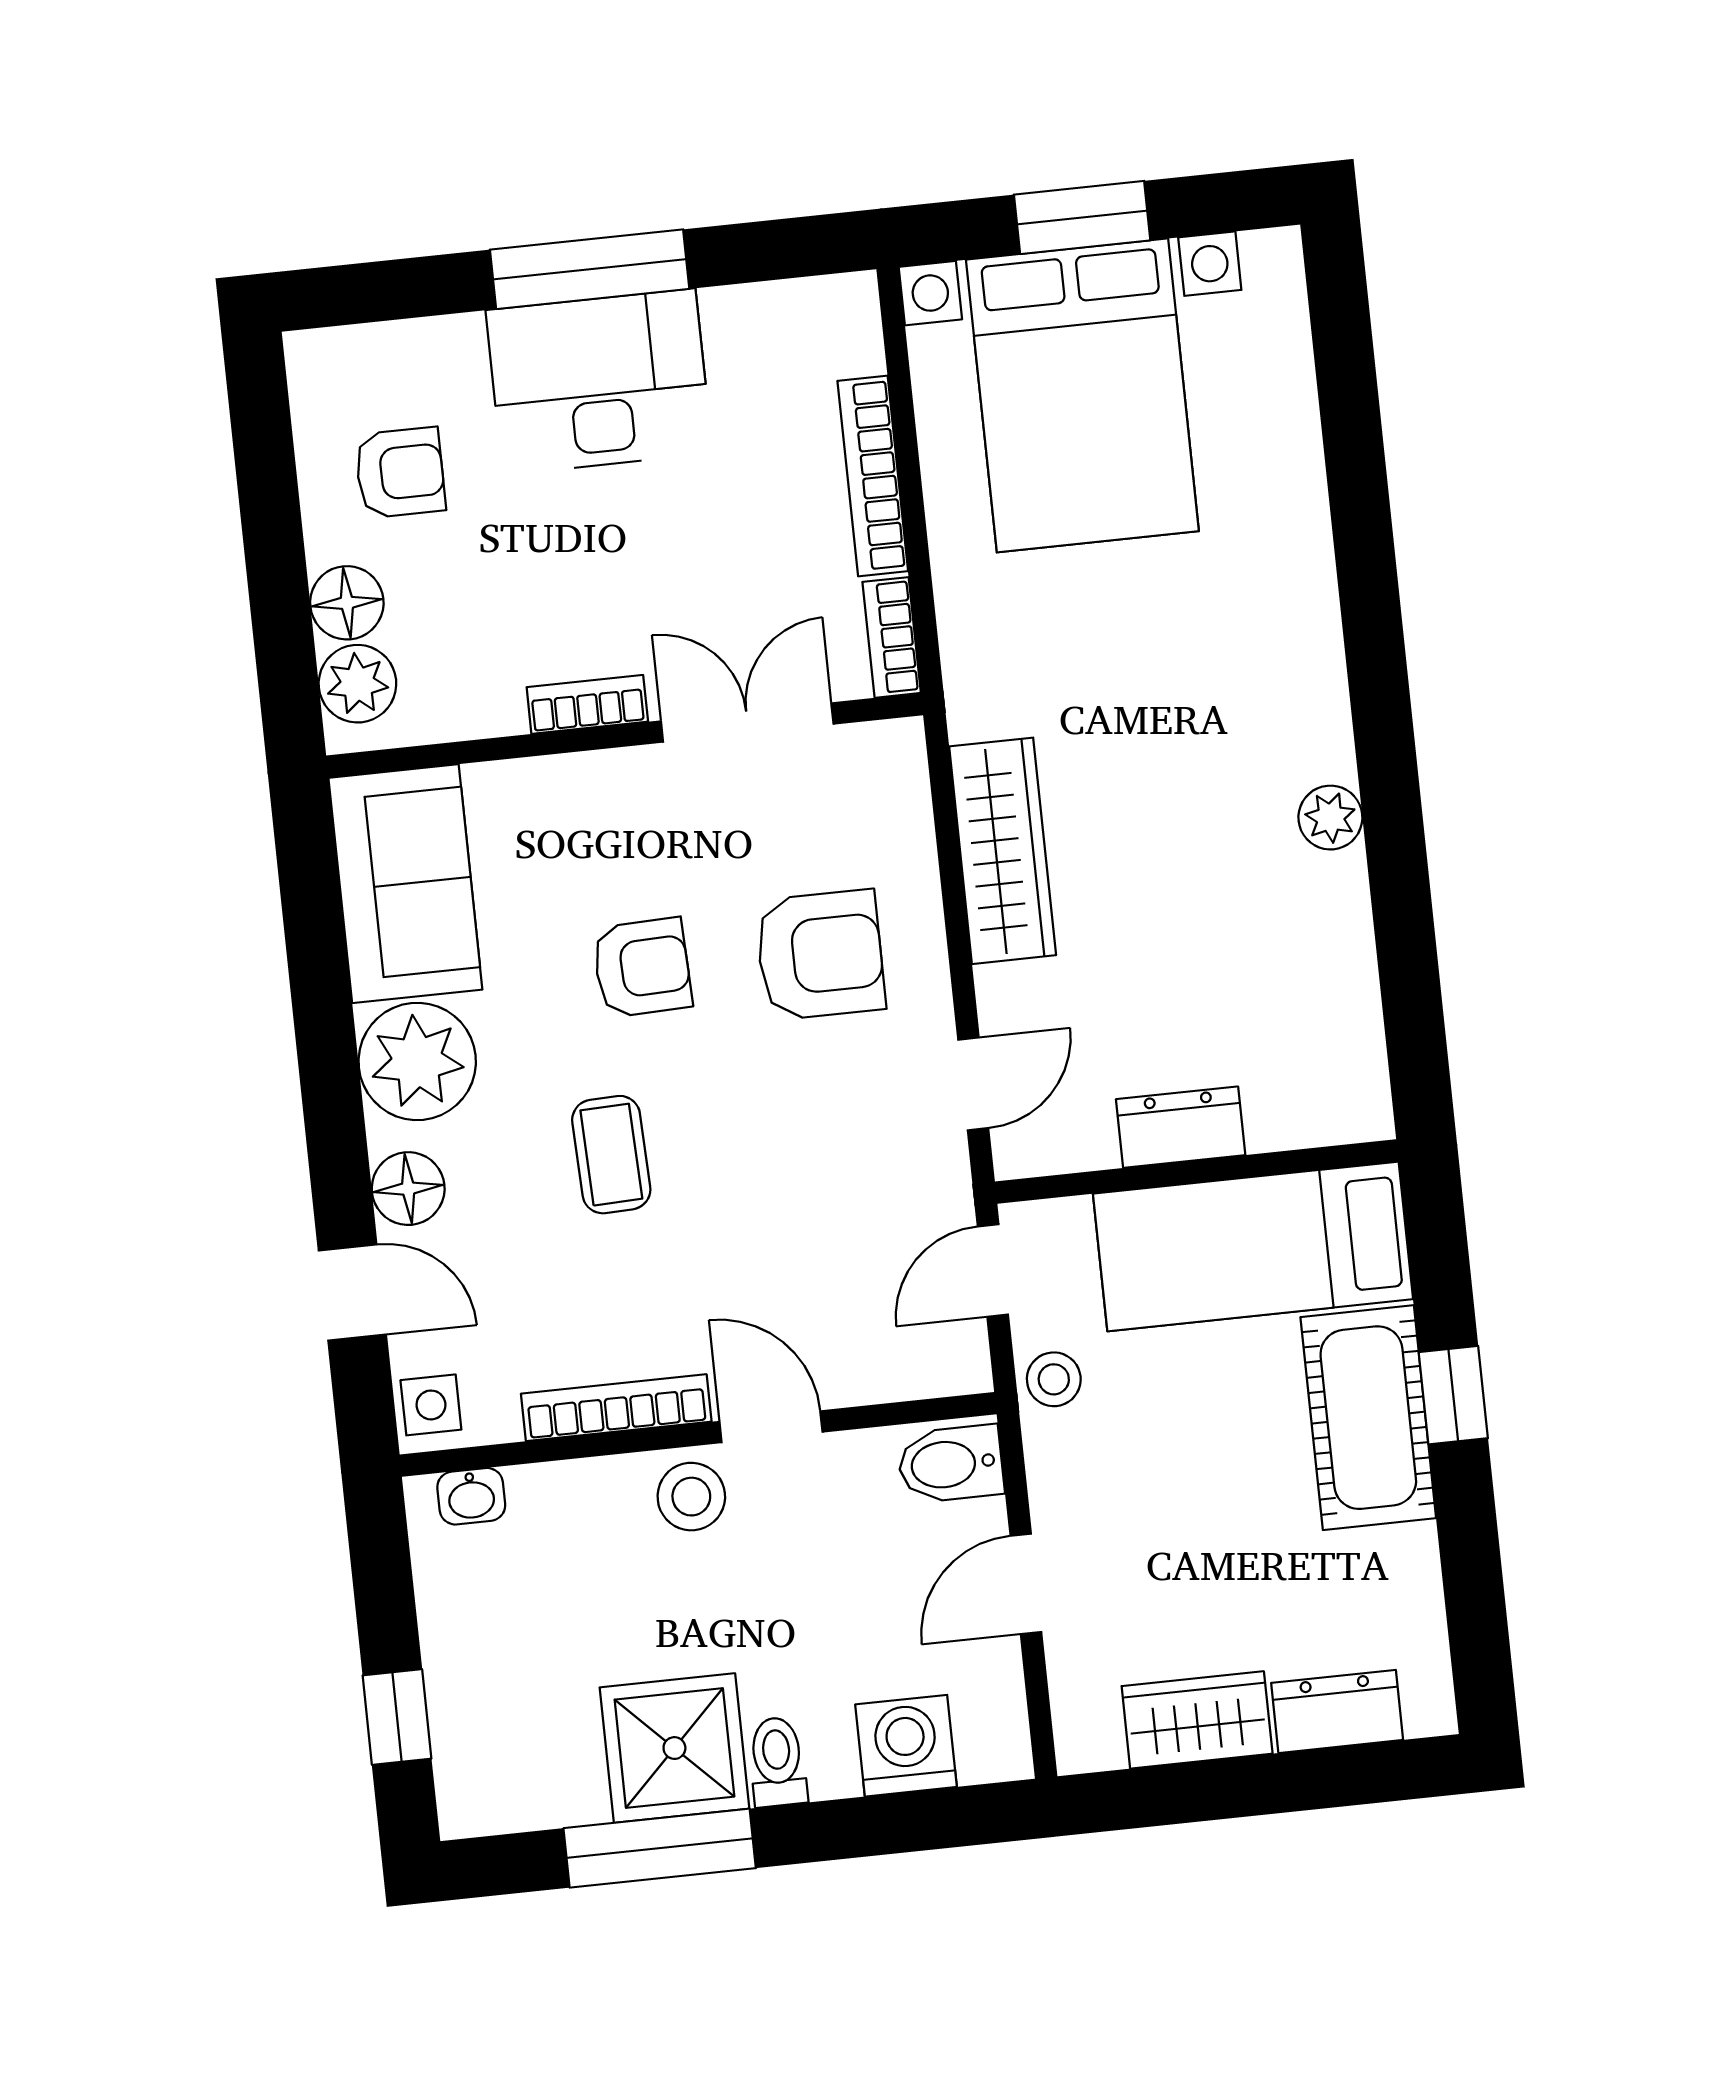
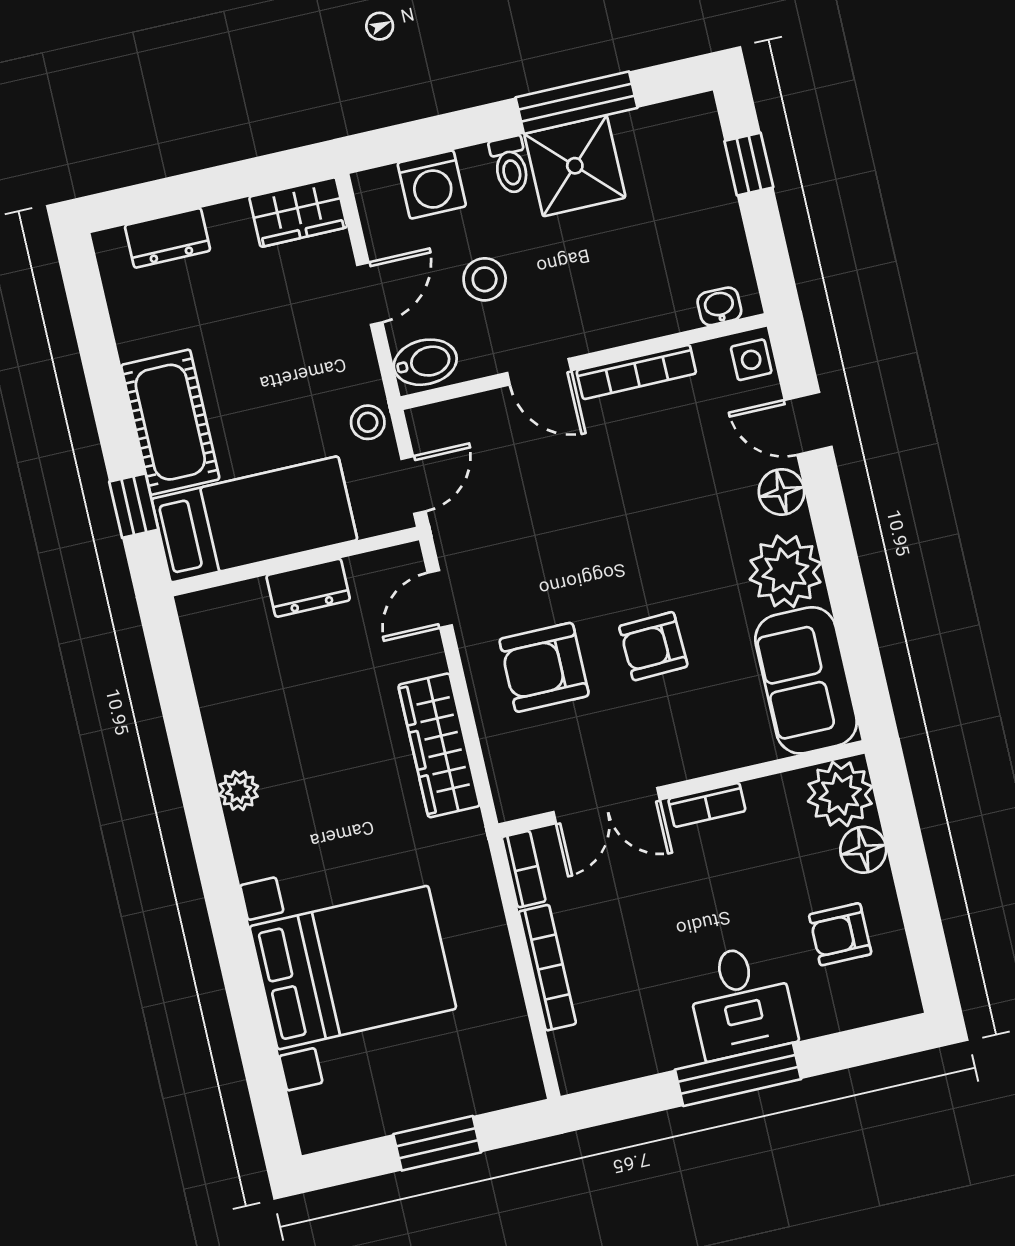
desk: (599, 382) -> (741, 1001), width x0.73
bed with nightstands: (1082, 395) -> (353, 968), moved, turned 90
plant: (357, 684) -> (840, 794), width x1.36, depth x1.36
coffee table: (611, 1155) -> (658, 528), removed
window: (1453, 1395) -> (134, 506), moved
stool: (691, 1497) -> (485, 279), moved
wardrobe: (1197, 1720) -> (298, 212), moved

